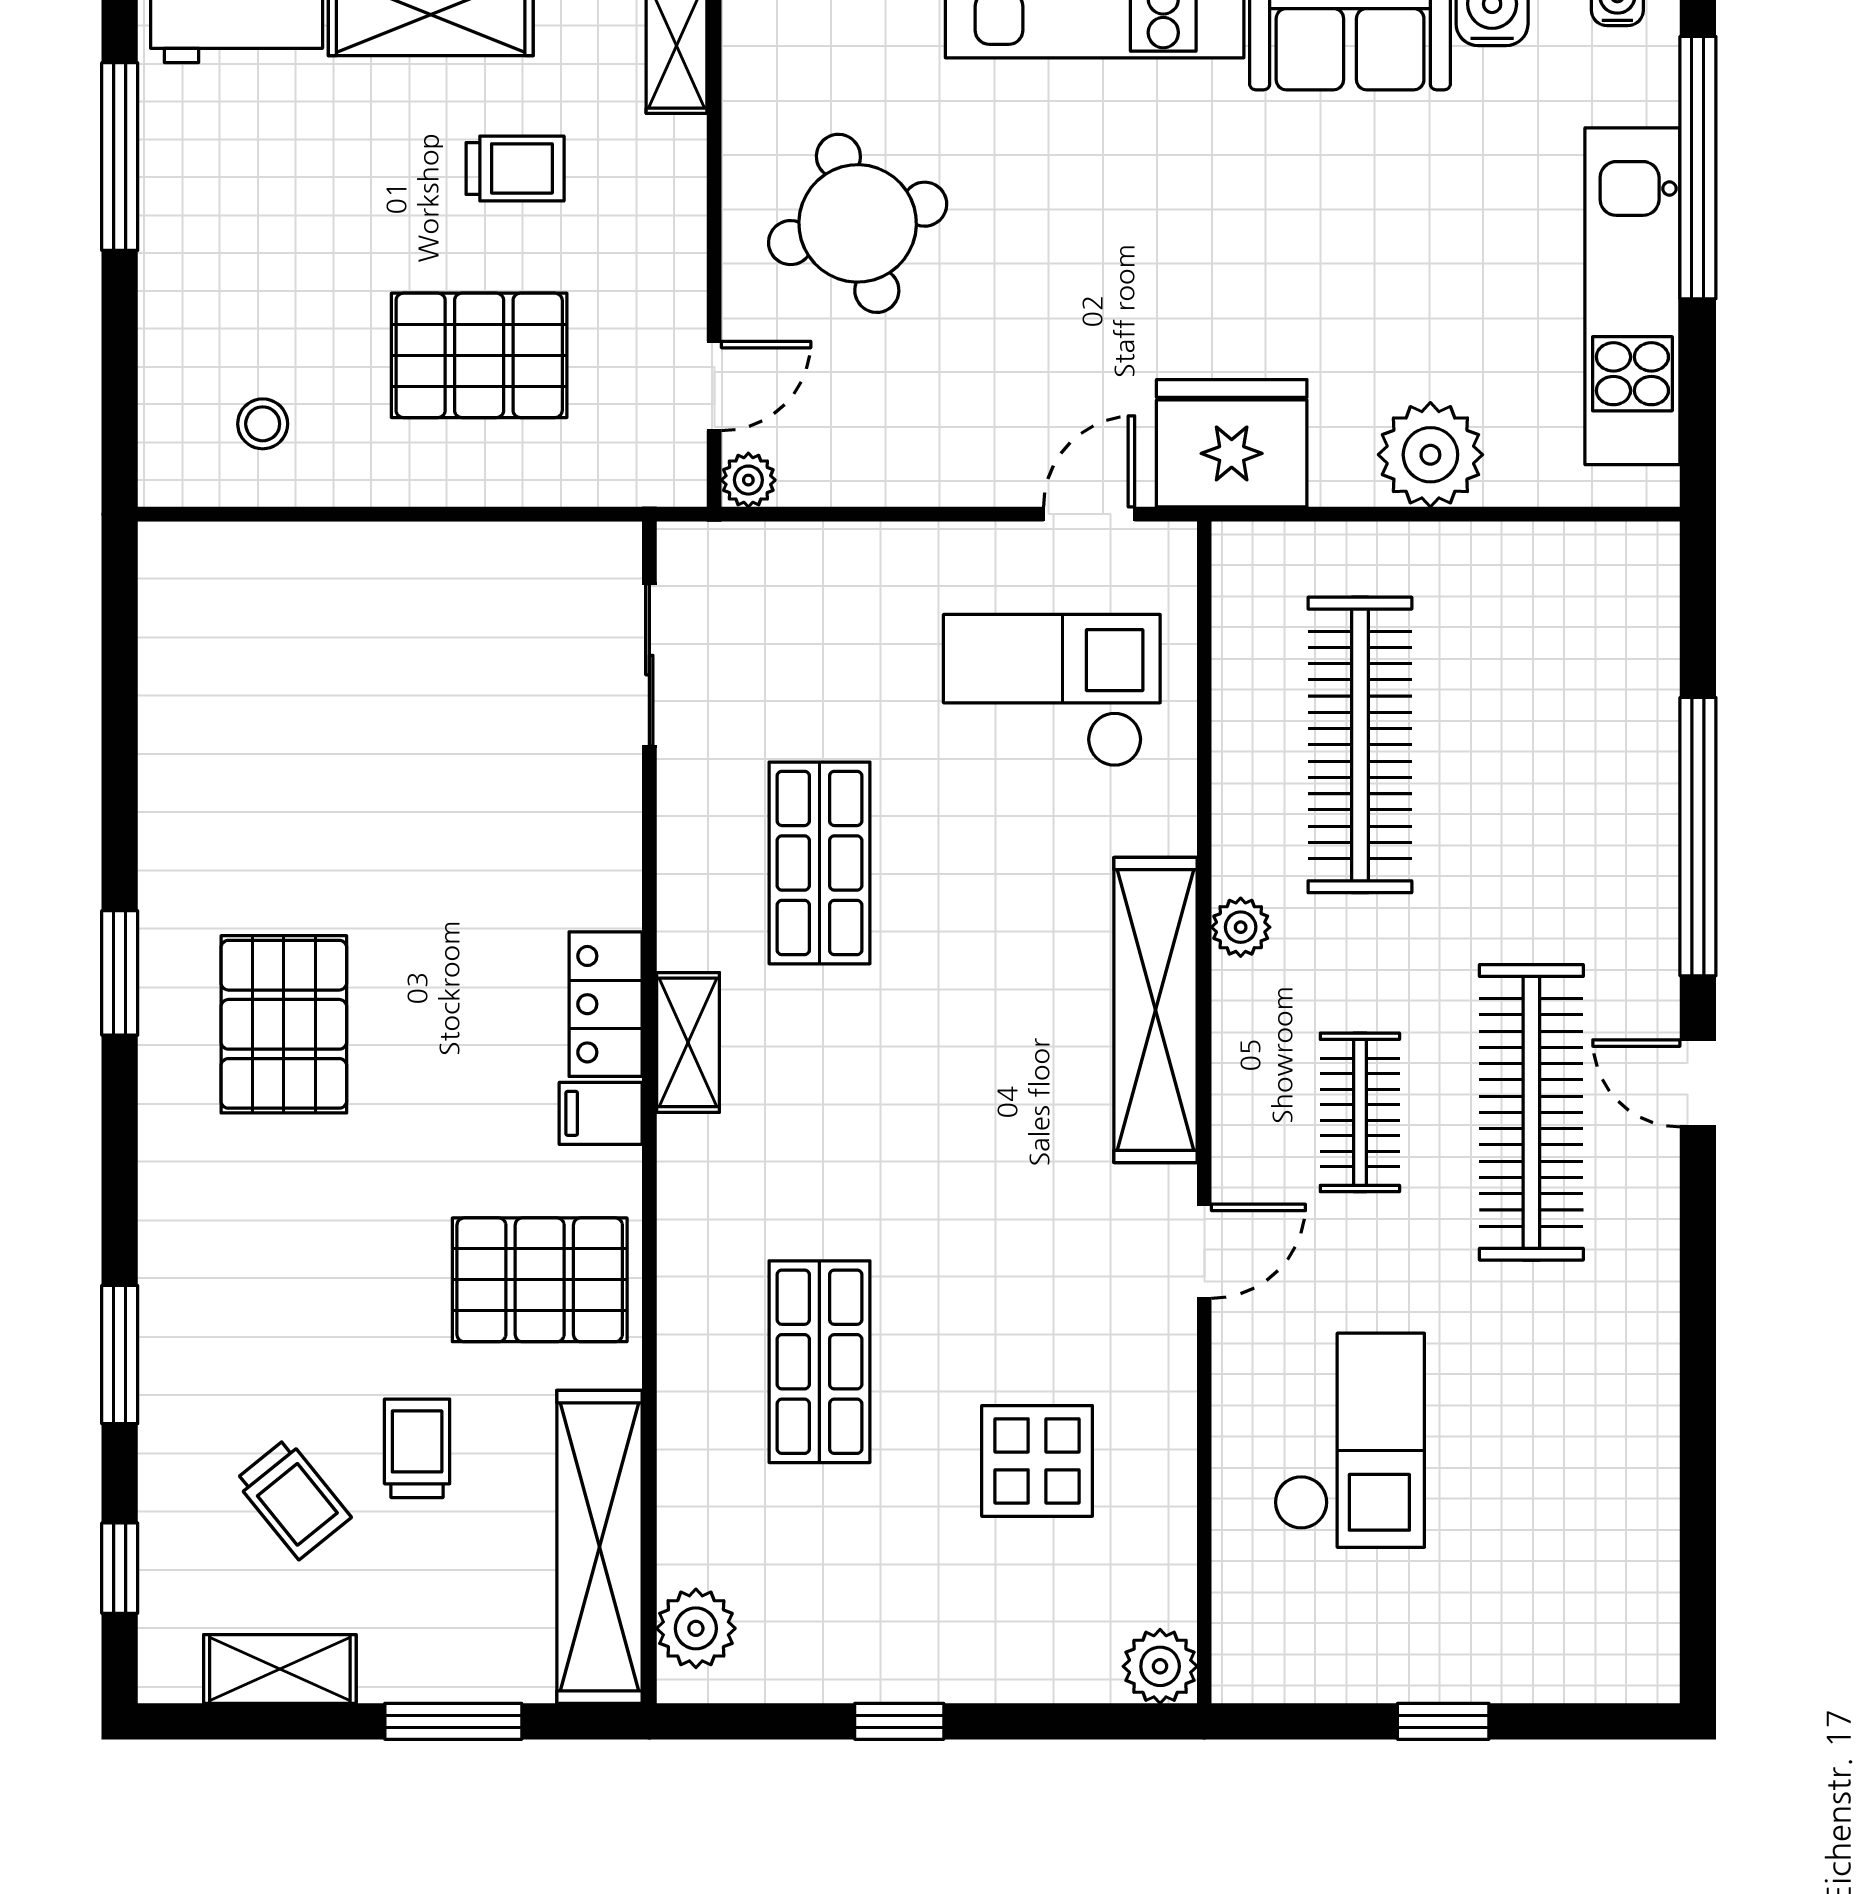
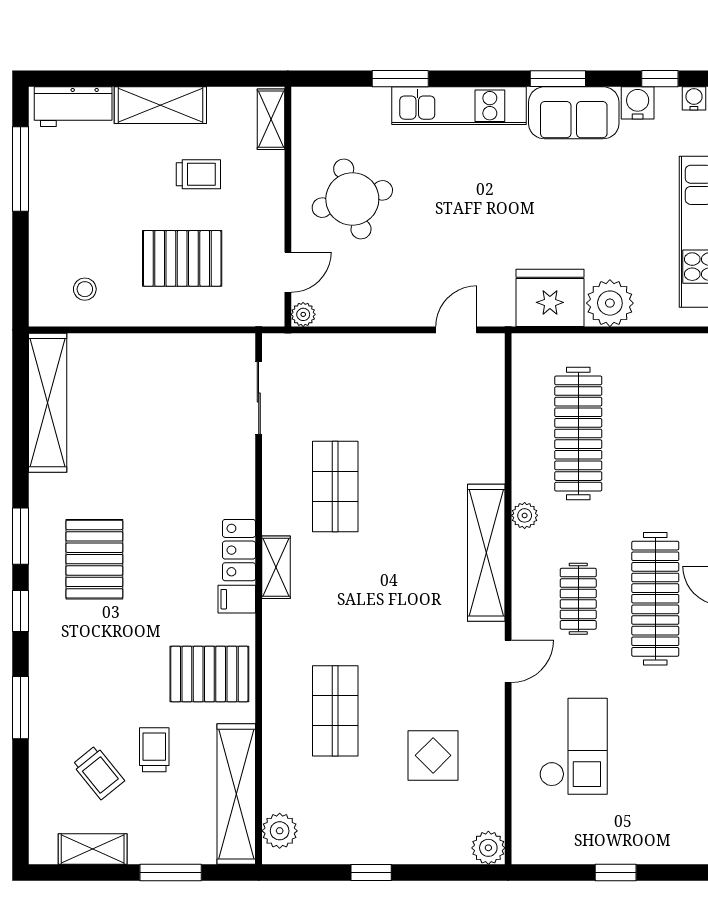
fridge: (1232, 443) -> (550, 298), moved
shelving: (180, 676) -> (48, 403), added
checkout: (1052, 691) -> (440, 409), removed
window: (120, 1568) -> (21, 611), moved

